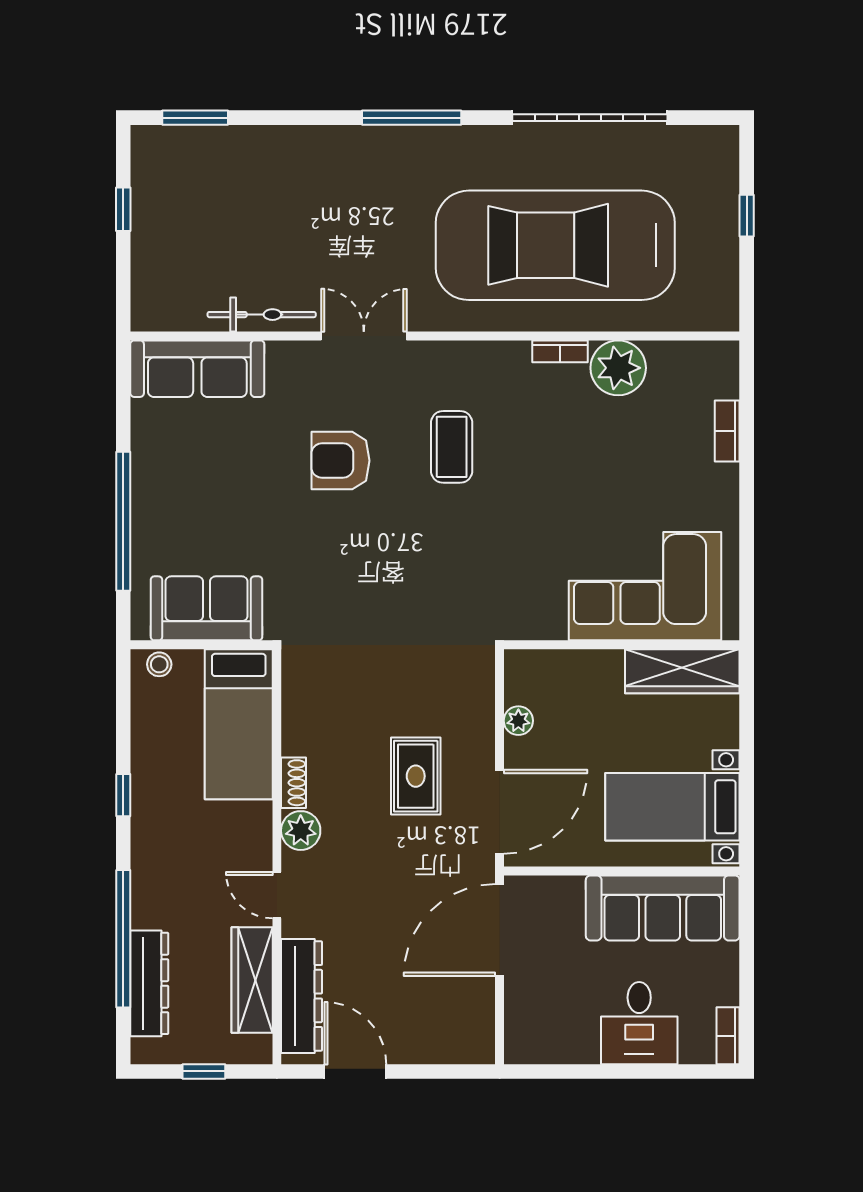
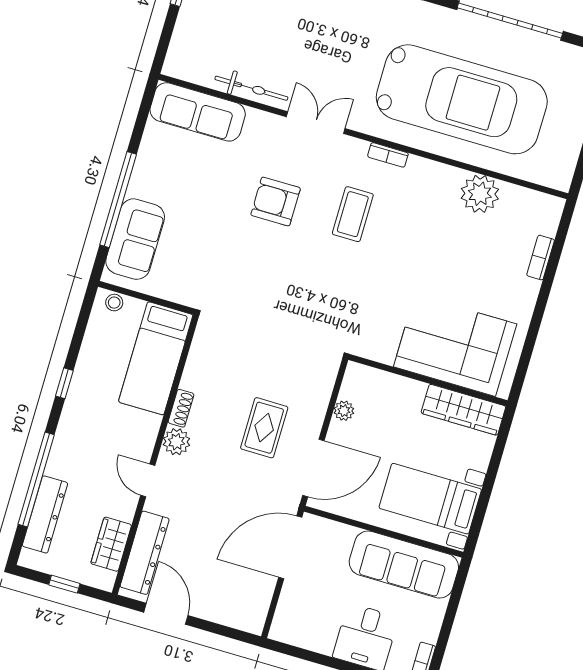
car: (555, 245) -> (462, 99), turned 180
bookcase: (560, 351) -> (388, 155), moved
sofa: (206, 608) -> (135, 239), moved, turned 90
wardrobe: (252, 980) -> (111, 544), width x0.67

